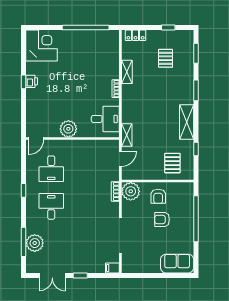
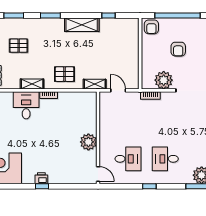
desk: (105, 119) -> (26, 105), moved
pallet: (172, 163) -> (65, 74), moved
plant: (131, 191) -> (164, 80), moved
armchair: (158, 196) -> (151, 27), moved, turned 90

